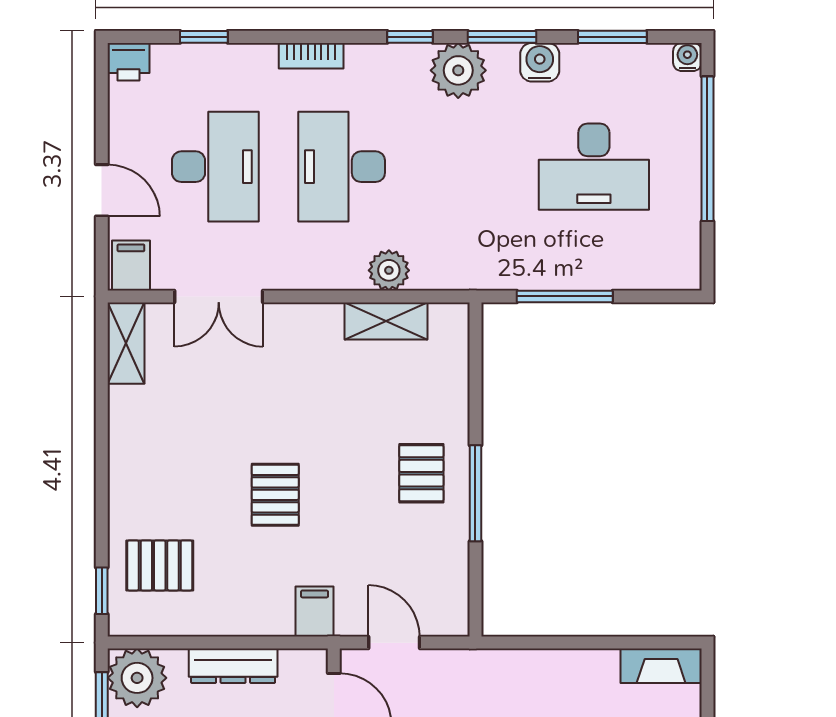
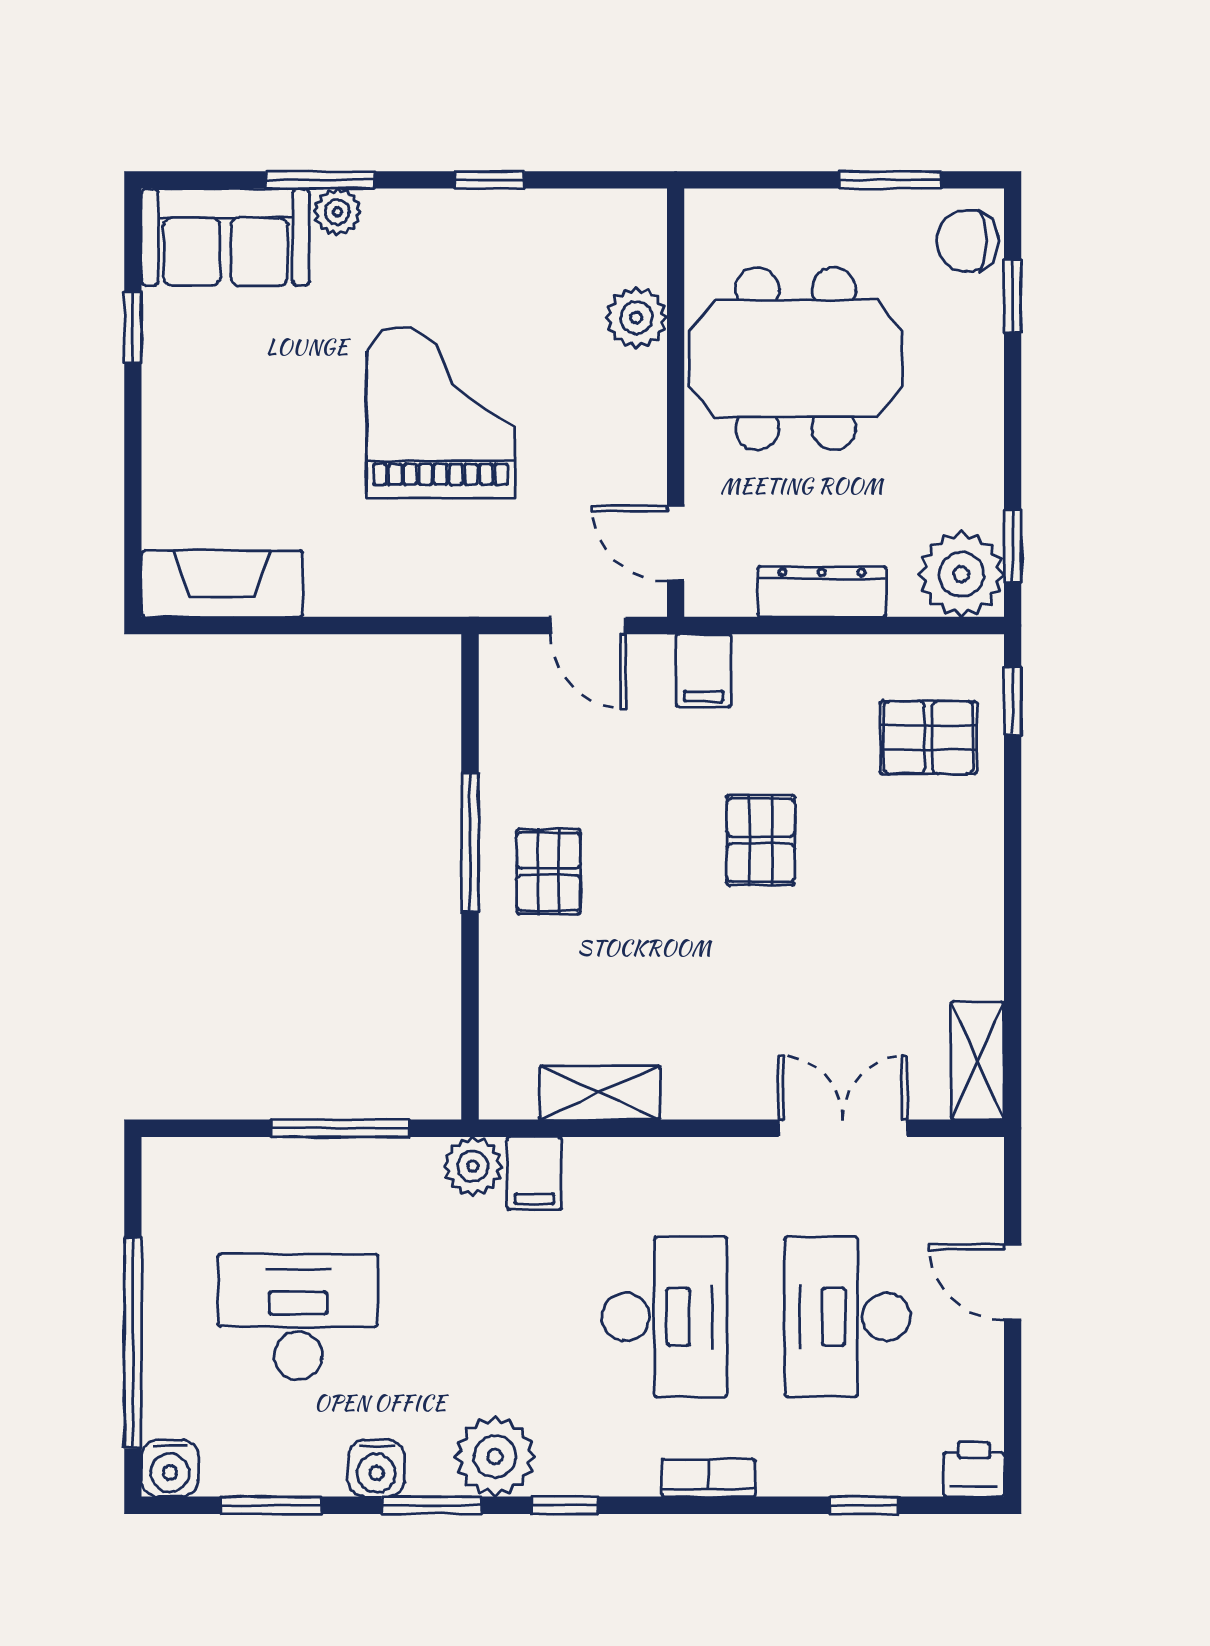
water cooler: (687, 57) -> (170, 1468), width x1.38, depth x1.38
filing cabinet: (131, 265) -> (534, 1173), moved
plant: (389, 270) -> (473, 1166), moved
fireplace: (661, 666) -> (222, 584), width x1.37, depth x1.32

